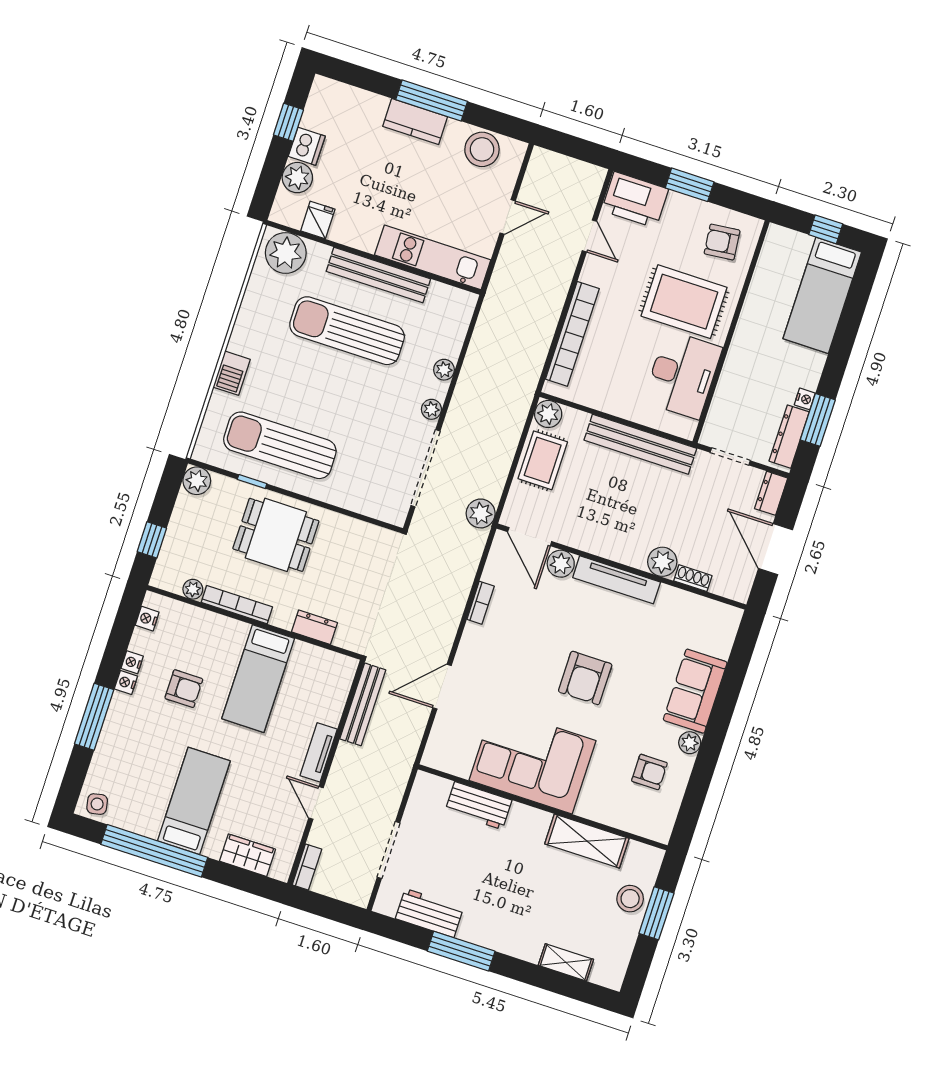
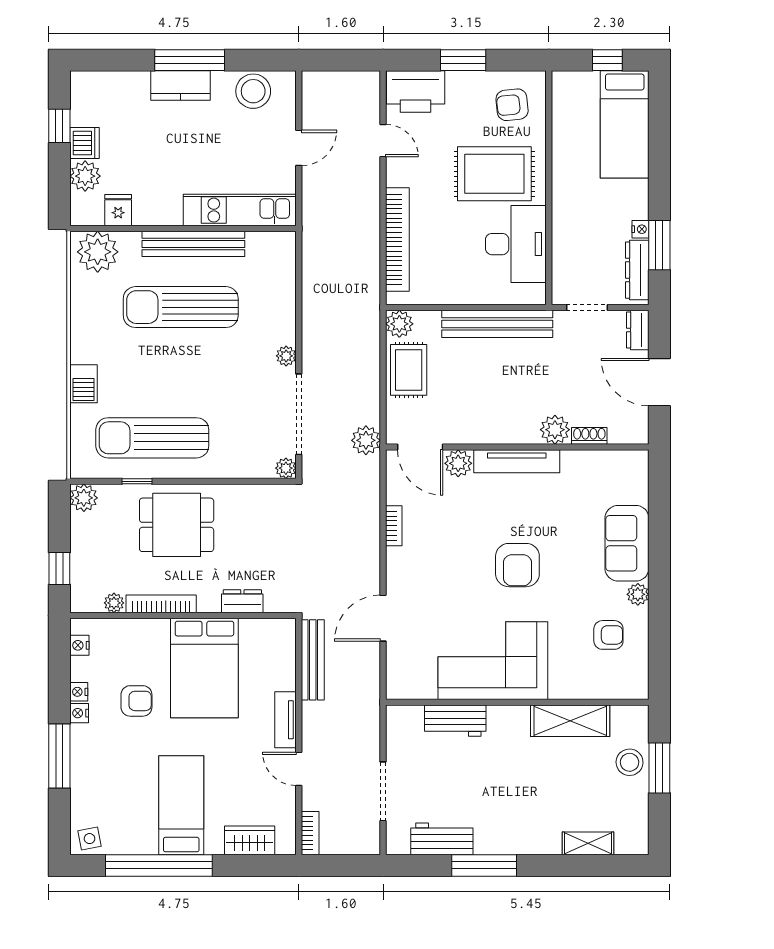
plant: (444, 370) -> (286, 468), moved
bed: (258, 679) -> (204, 668), width x1.50

